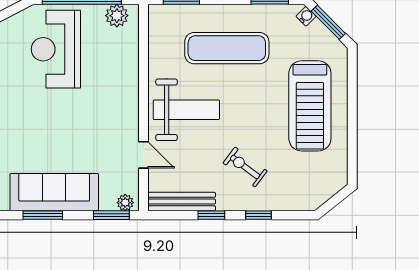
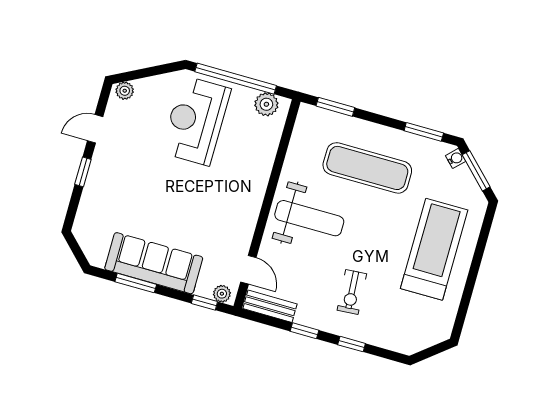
treadmill: (310, 106) -> (434, 249), turned 180
door: (143, 155) -> (248, 270), moved
exercise bike: (245, 167) -> (352, 292), turned -131
bench: (182, 202) -> (270, 306), width x0.73
window: (111, 215) -> (204, 302), width x0.67

